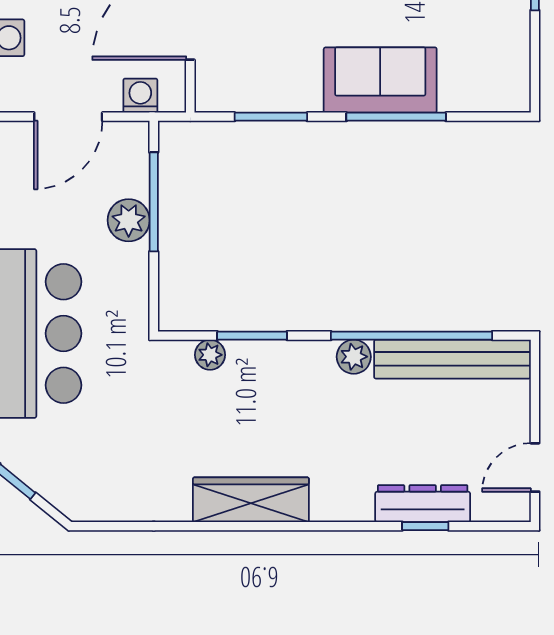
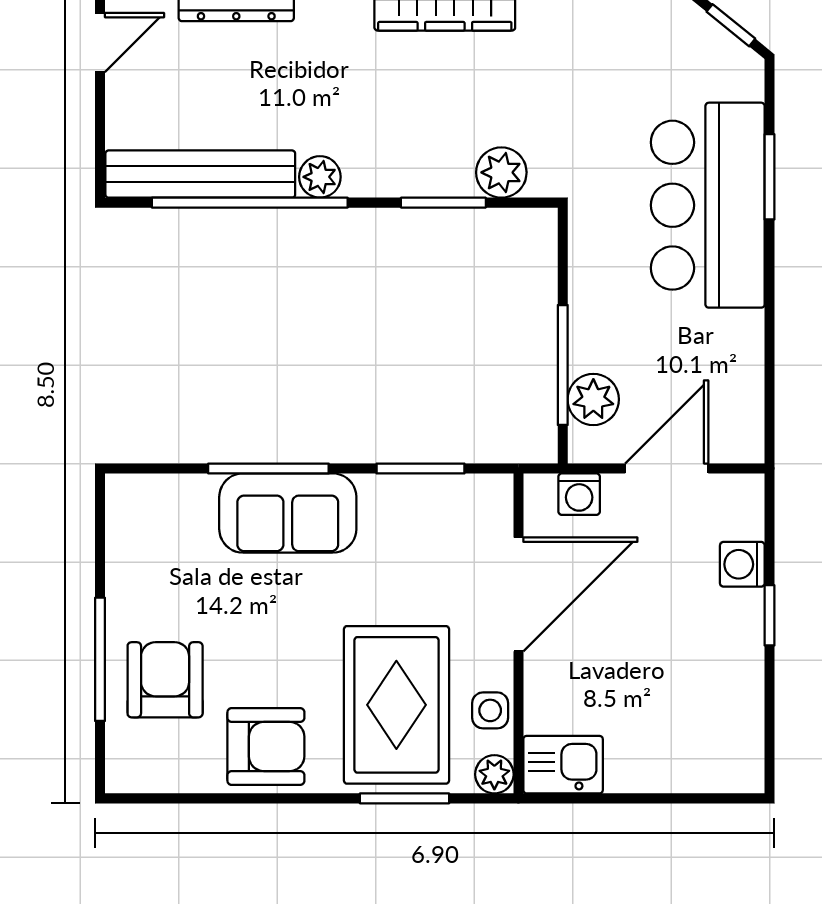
plant: (129, 220) -> (593, 399), moved
plant: (210, 355) -> (501, 172), width x1.38, depth x1.38

